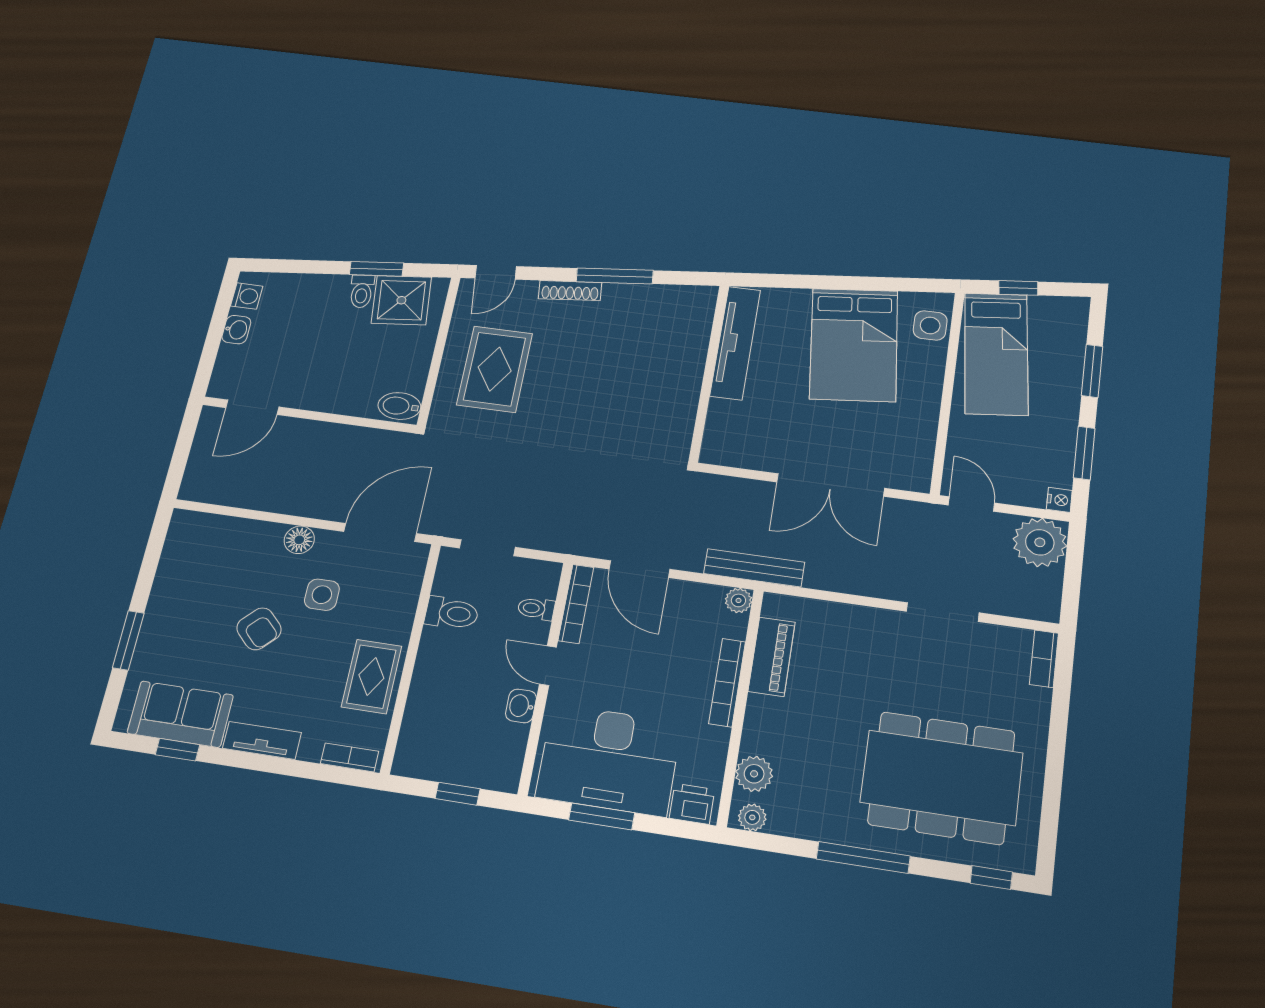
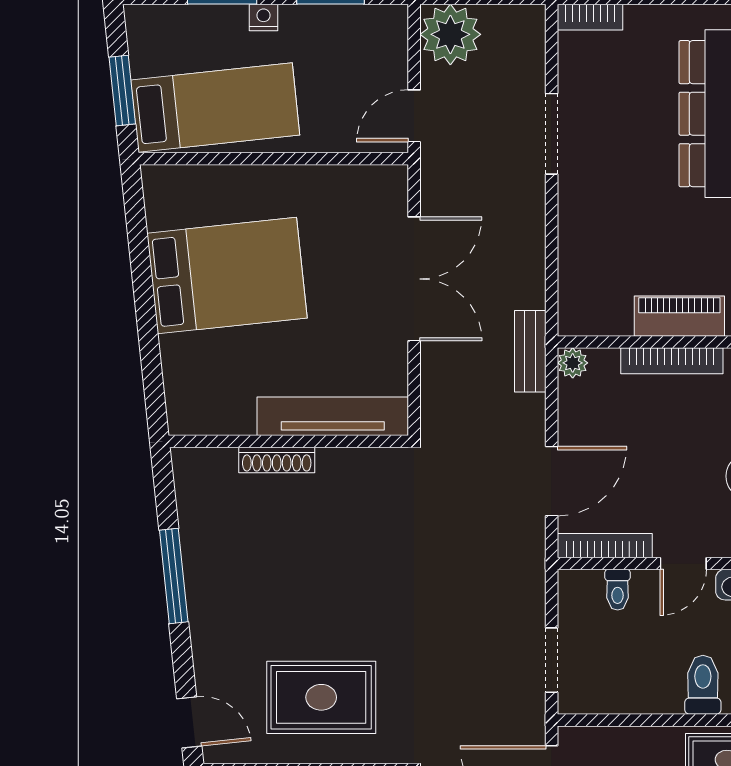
window: (1018, 288) -> (122, 90), width x1.50
shoe rack: (570, 291) -> (277, 460), moved, turned 96
side table: (930, 325) -> (188, 189), removed
tv unit: (735, 343) -> (333, 416), moved
nightstand: (1059, 500) -> (263, 17), moved
bench: (754, 568) -> (530, 351), width x0.73
toilet: (452, 613) -> (703, 685), moved
piano: (772, 657) -> (679, 316), moved

